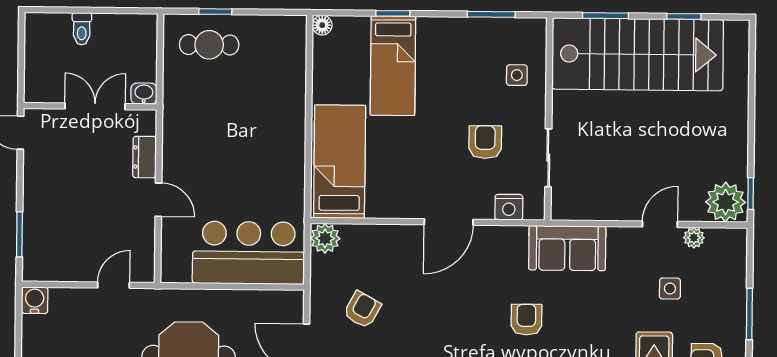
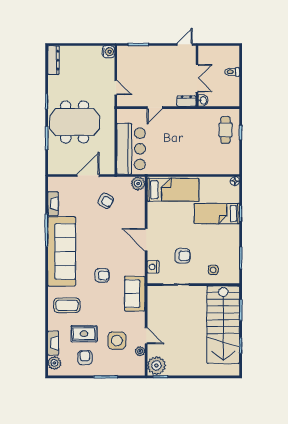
dresser: (145, 157) -> (186, 101), moved
side table: (670, 289) -> (117, 341), width x1.87, depth x1.87

